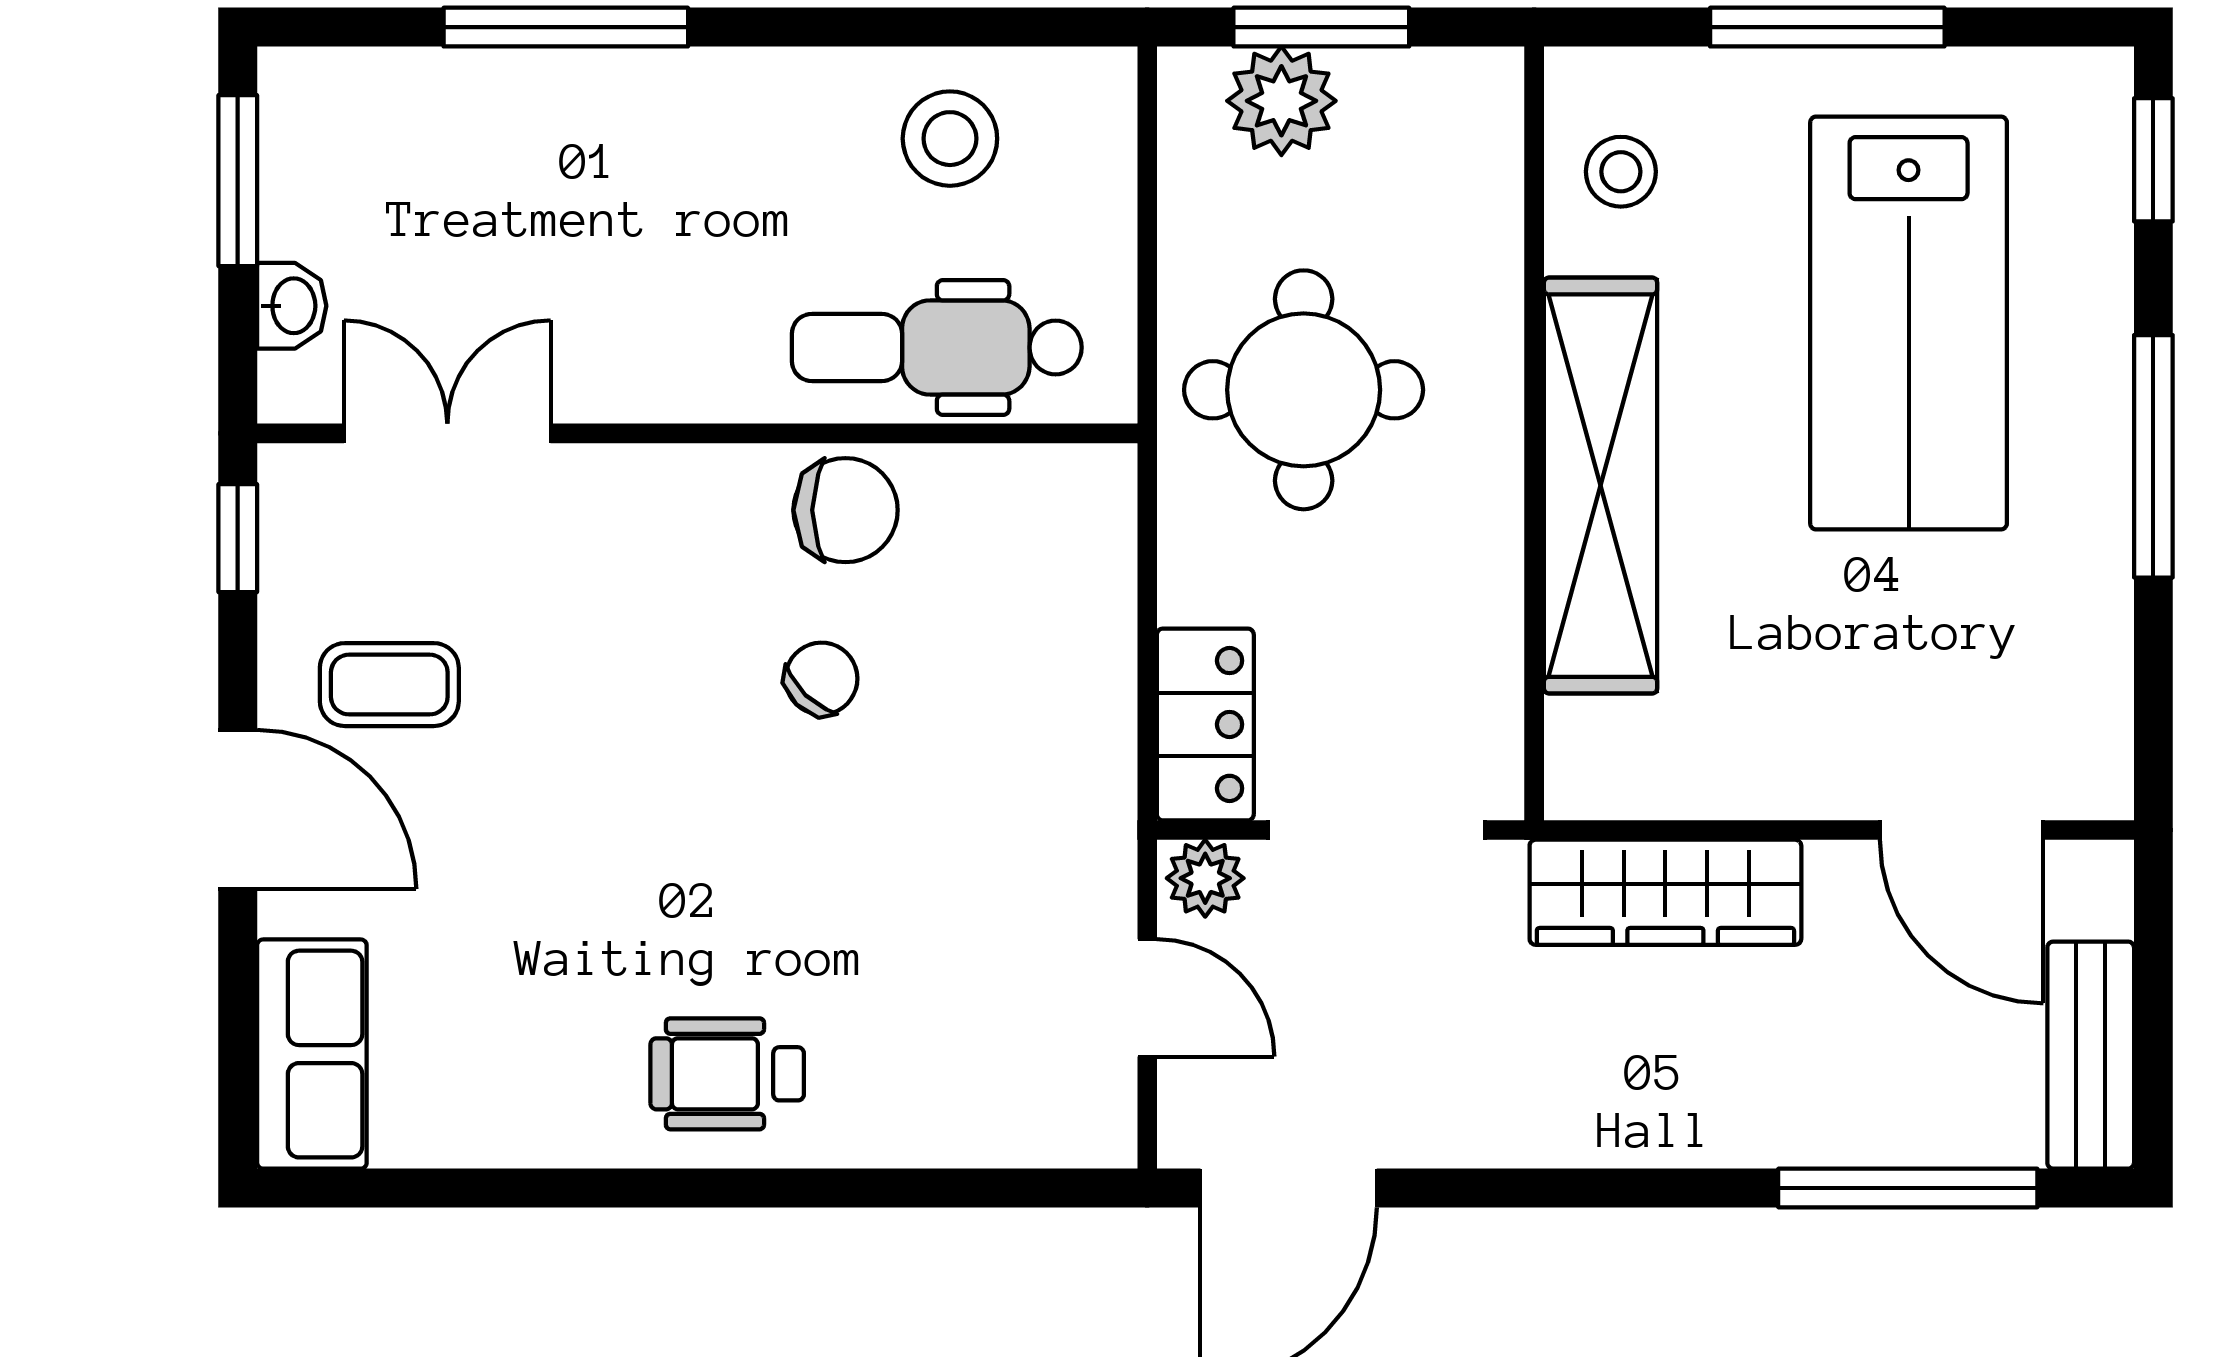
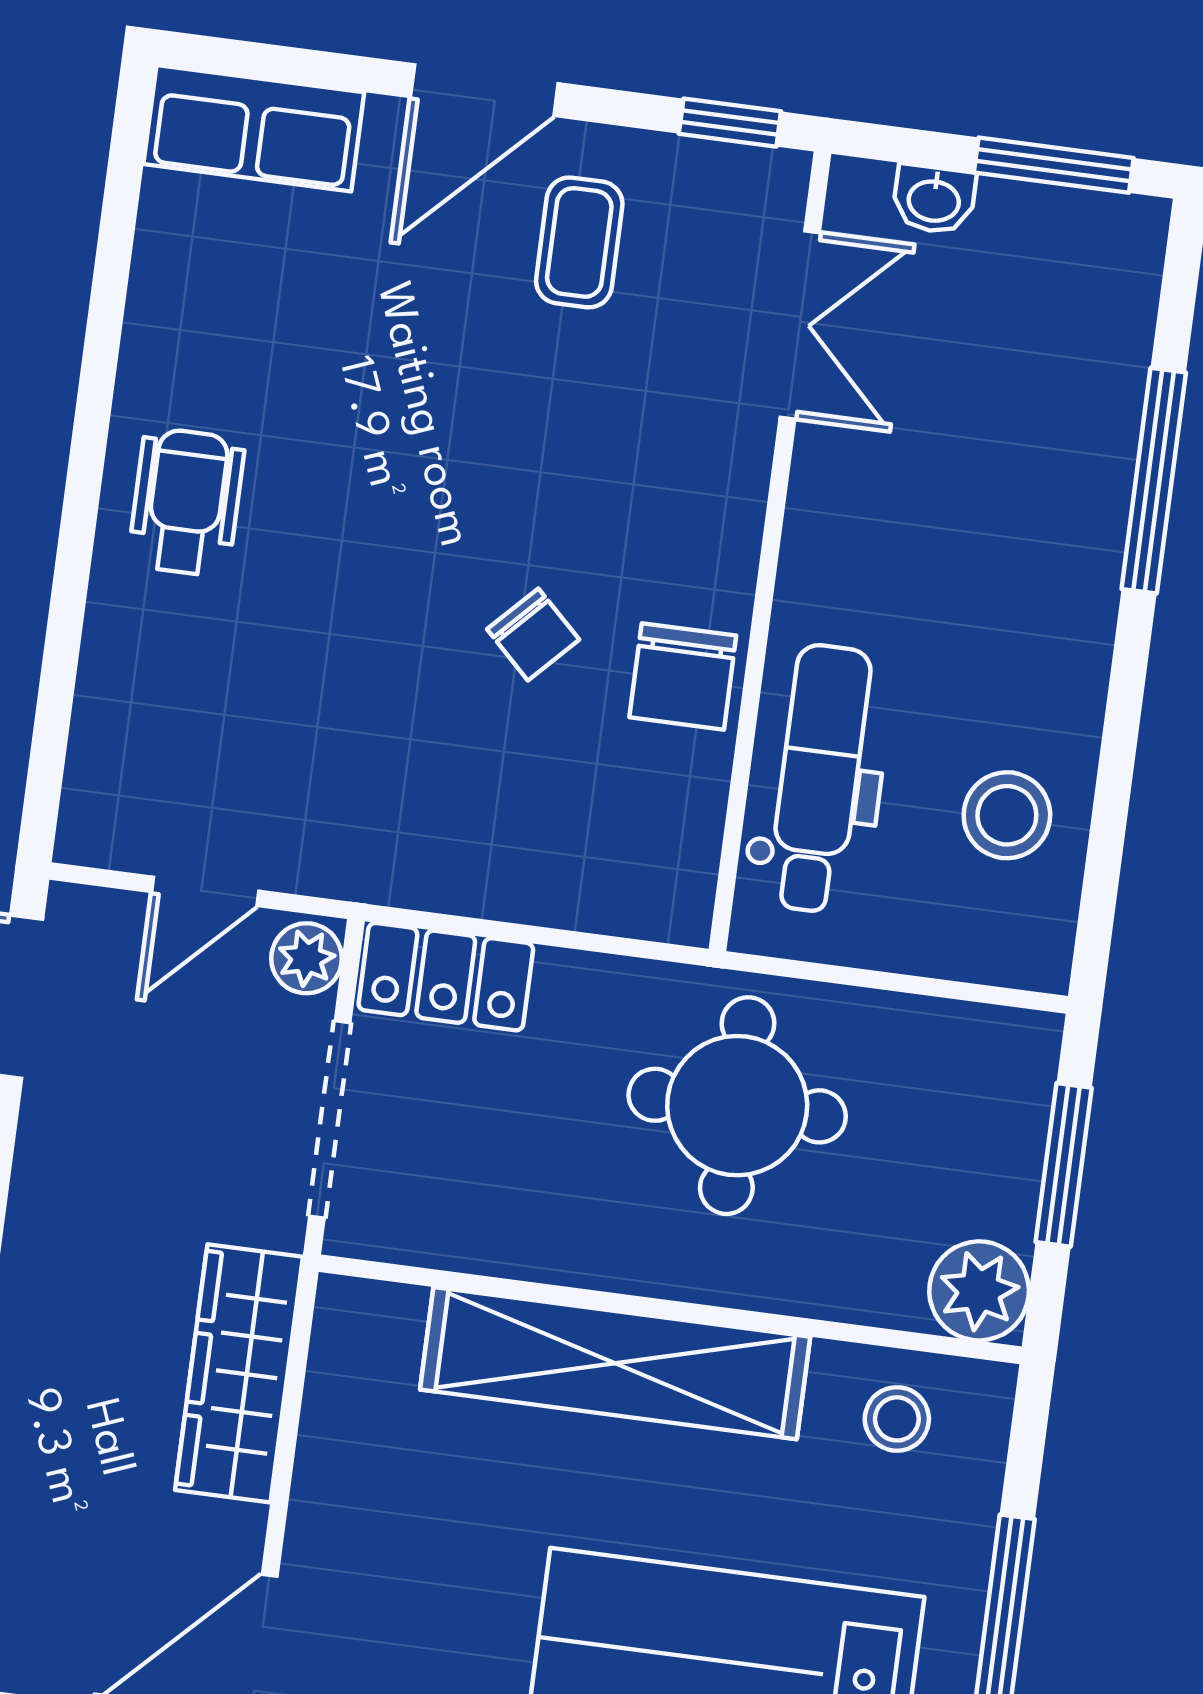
plant: (1281, 101) -> (979, 1291), moved

